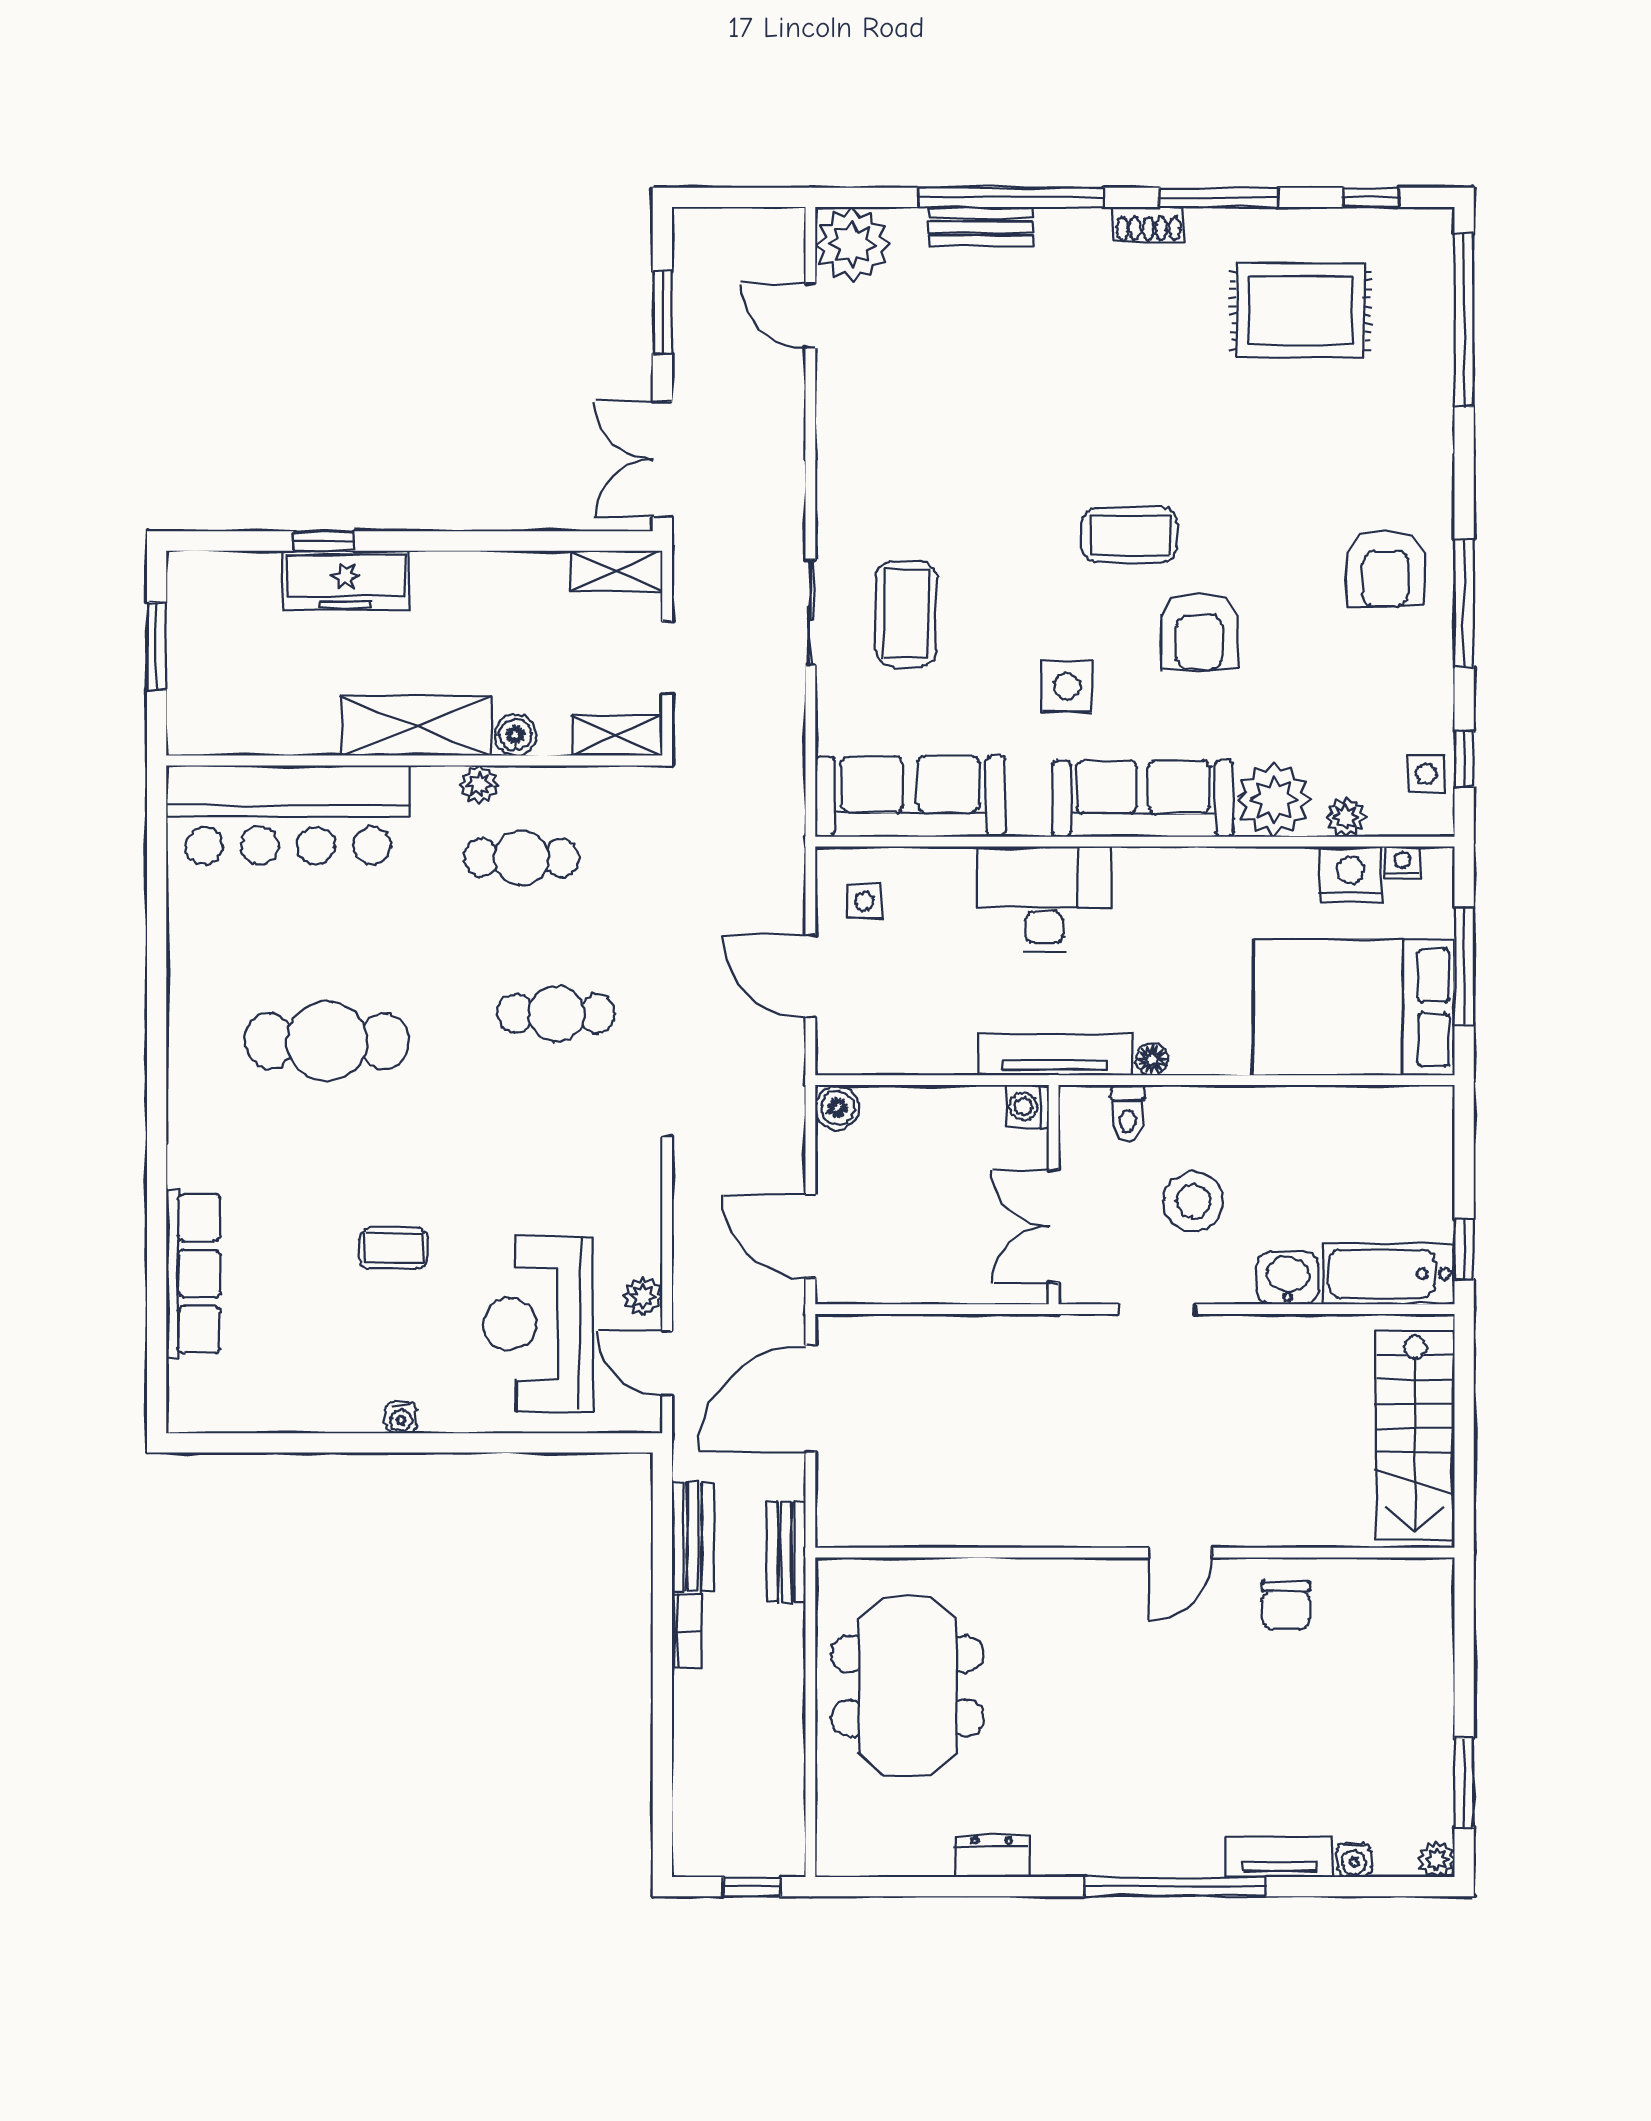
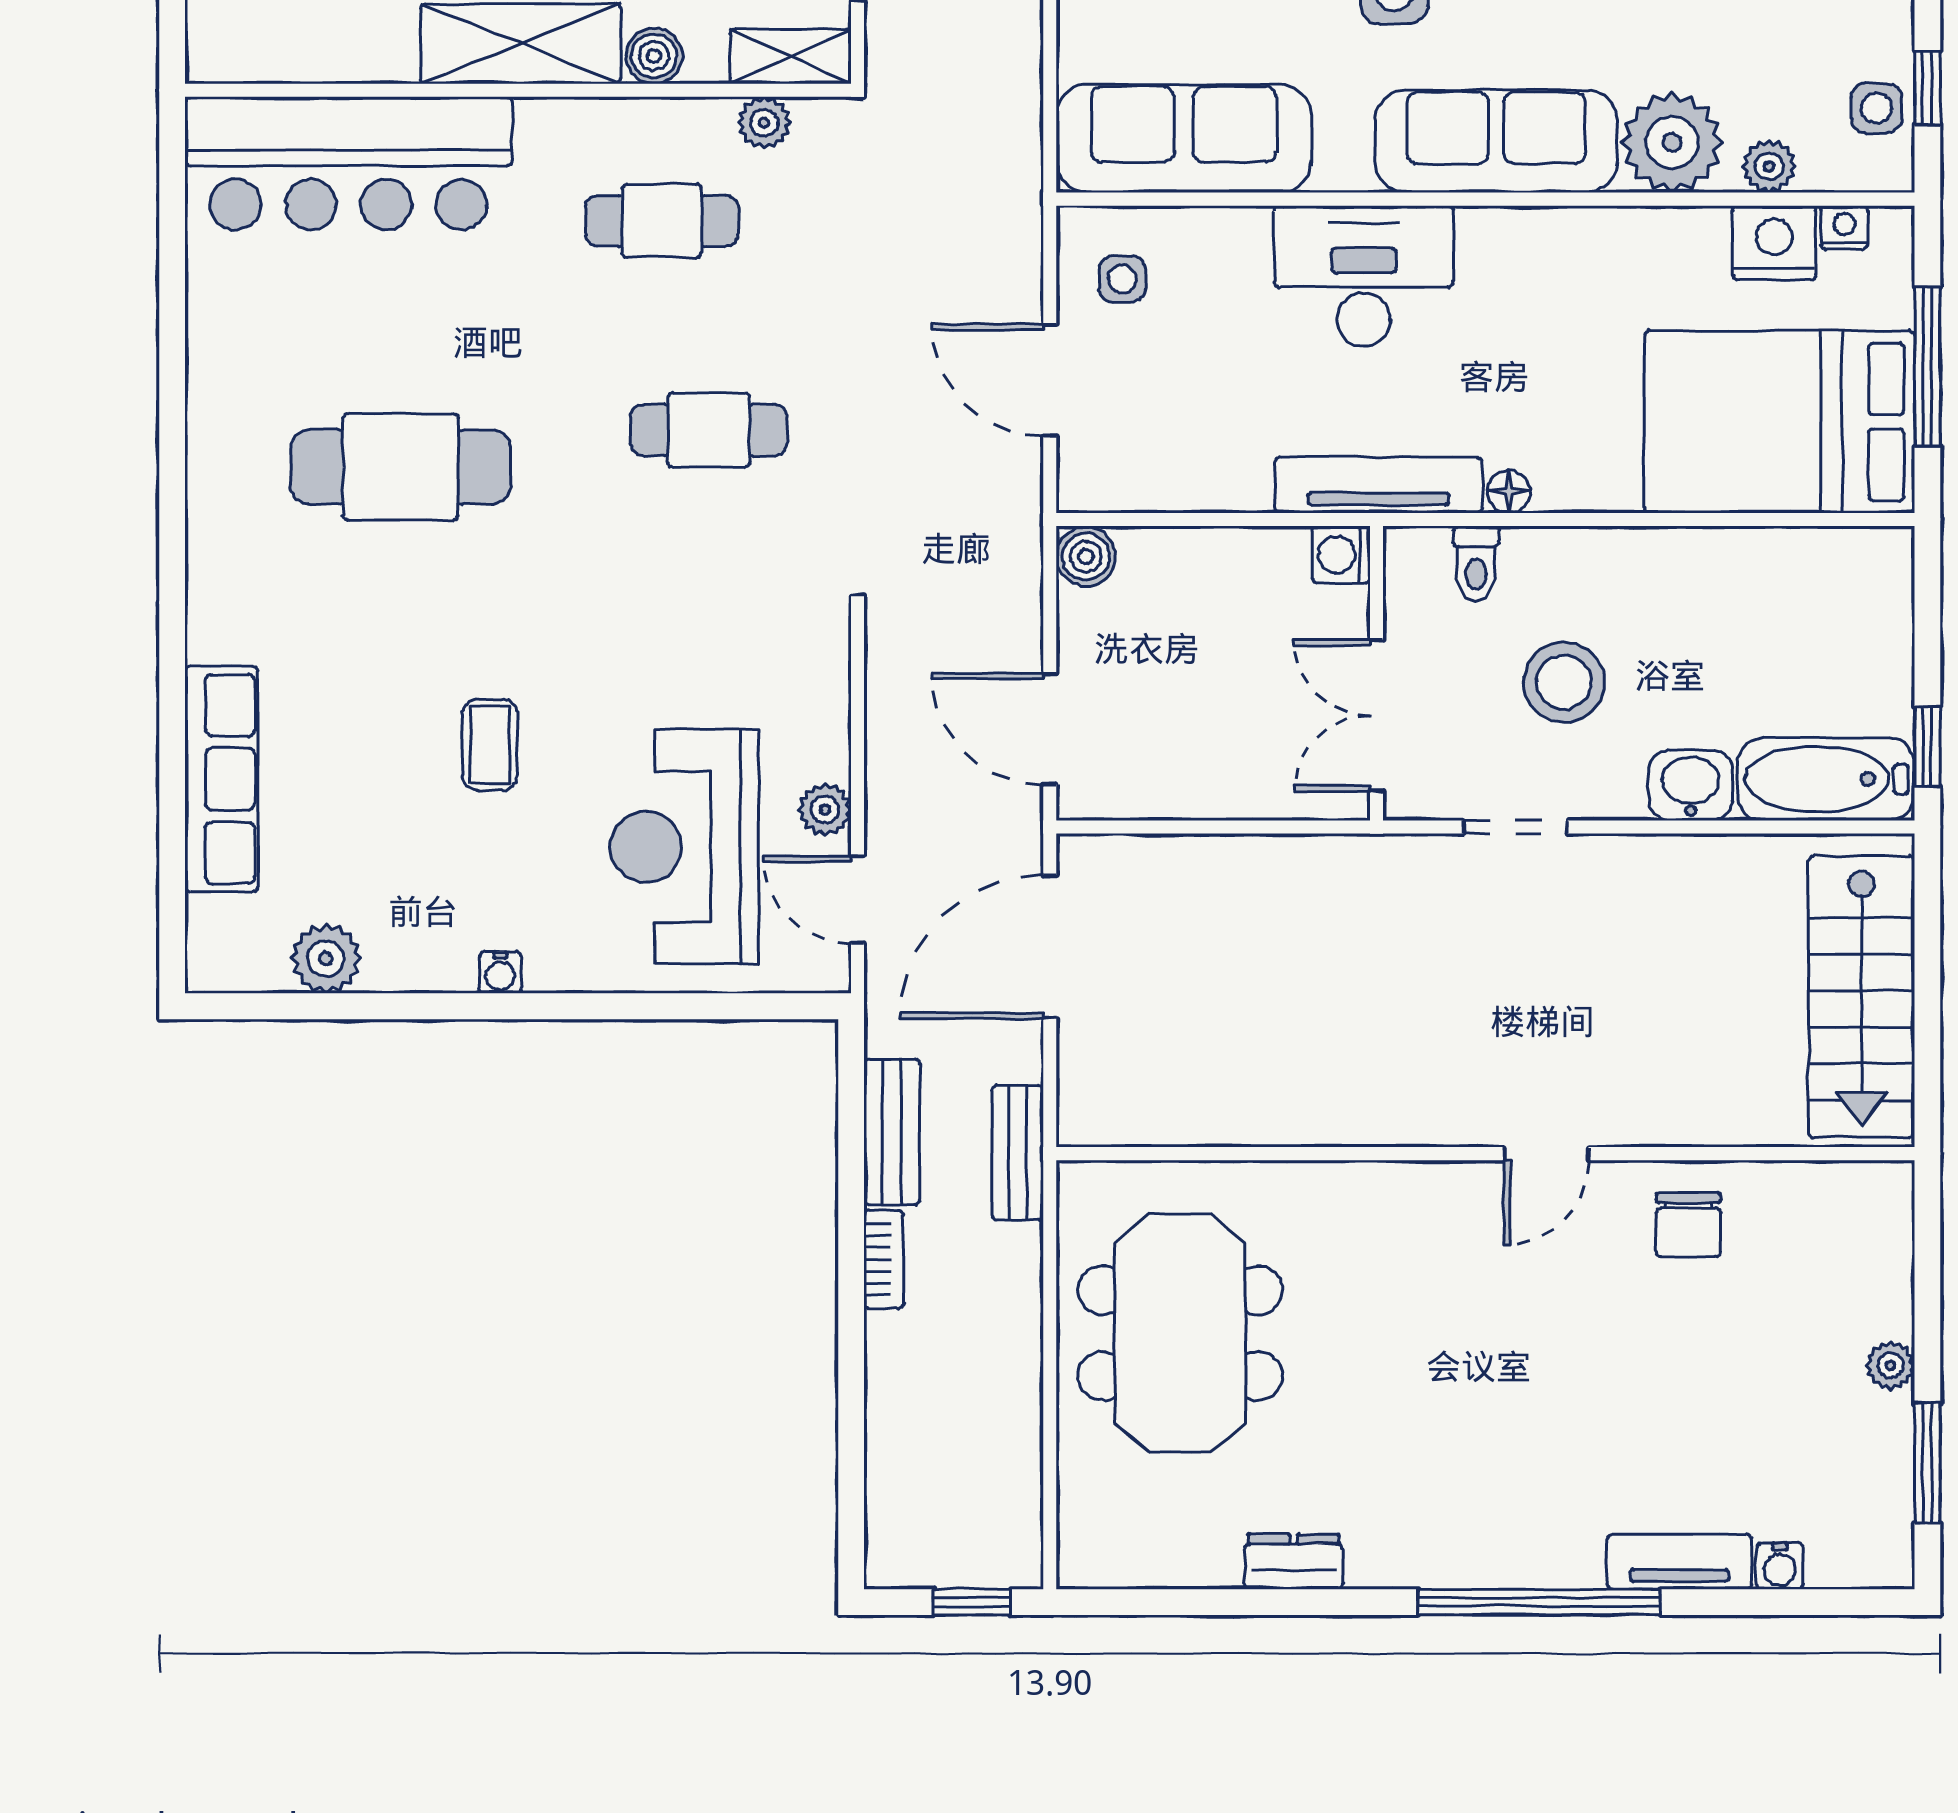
plant: (479, 785) -> (764, 123), moved
coffee table: (393, 1248) -> (490, 745), turned 90
plant: (271, 1407) -> (326, 959), added
plant: (1437, 1859) -> (1890, 1365), moved

